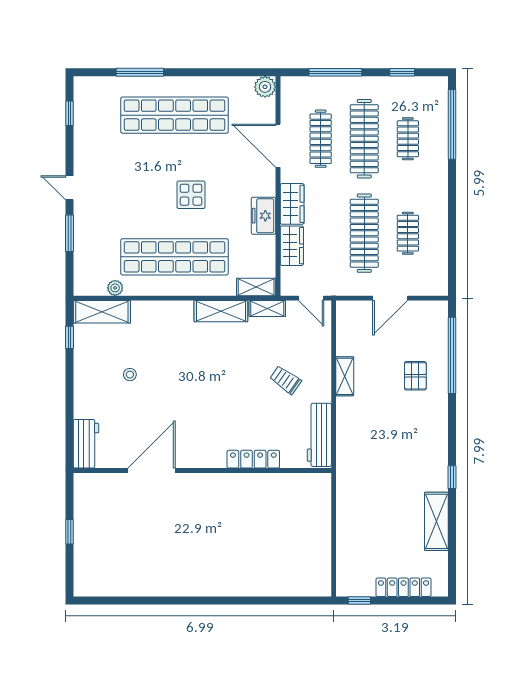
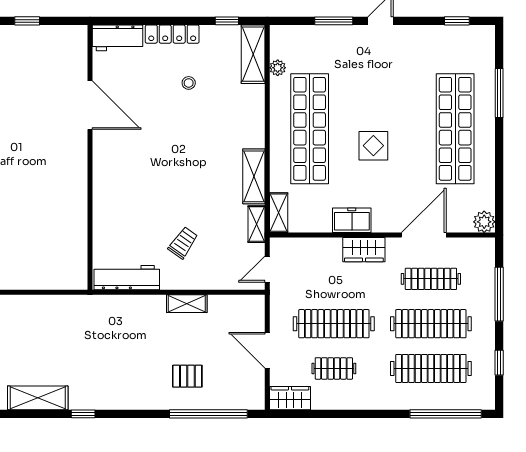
clothes rail: (408, 139) -> (431, 368), width x1.86, depth x1.31
wardrobe: (292, 246) -> (290, 398), moved, turned 180
locker: (253, 459) -> (172, 34), moved, turned 90

